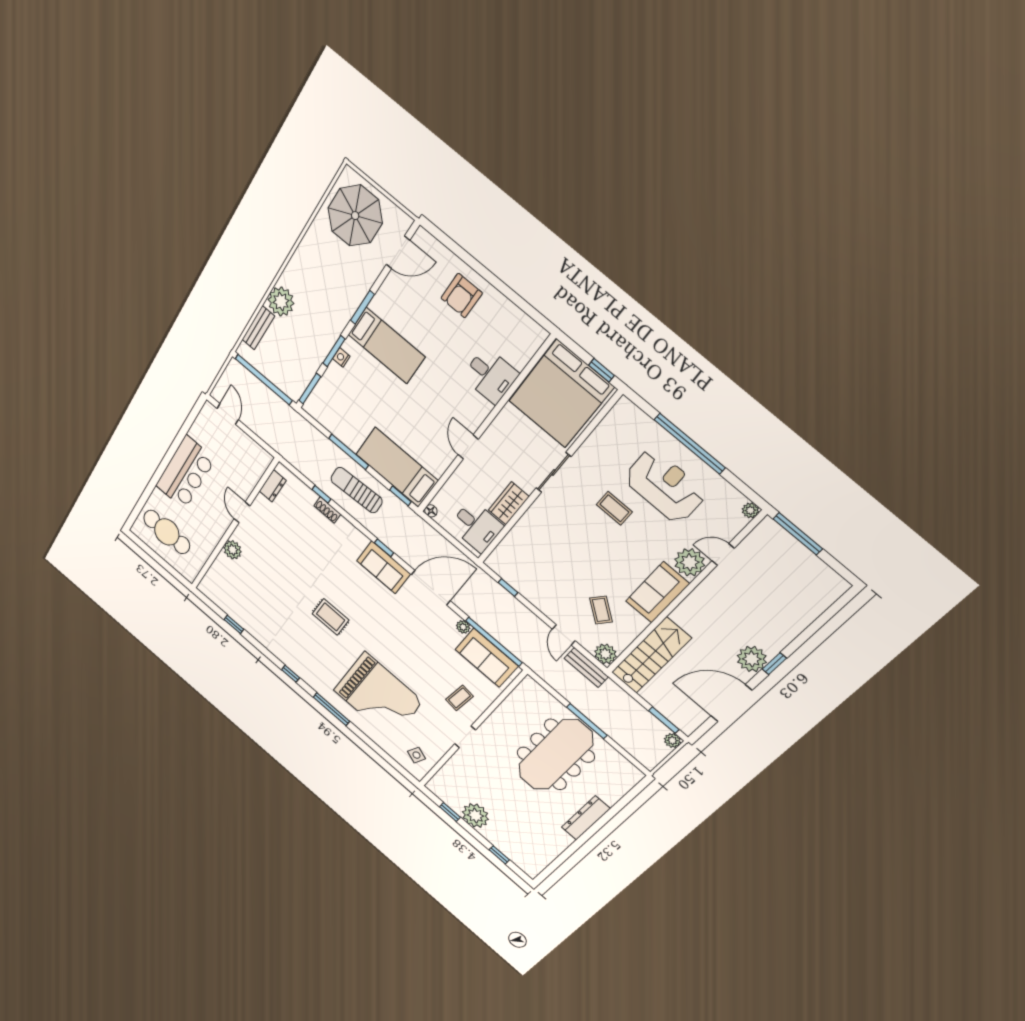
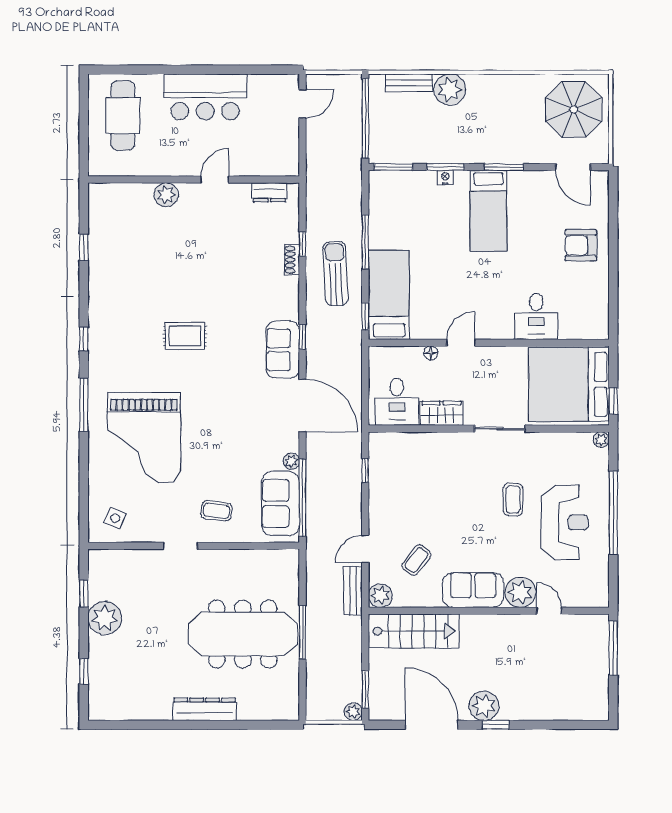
plant: (750, 510) -> (601, 440), moved
floor lamp: (431, 511) -> (431, 353), moved
rug: (331, 617) -> (185, 336), turned 90

